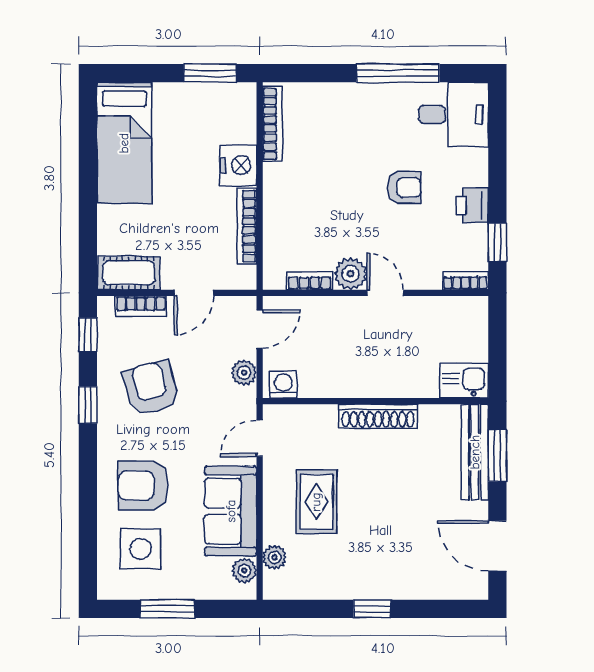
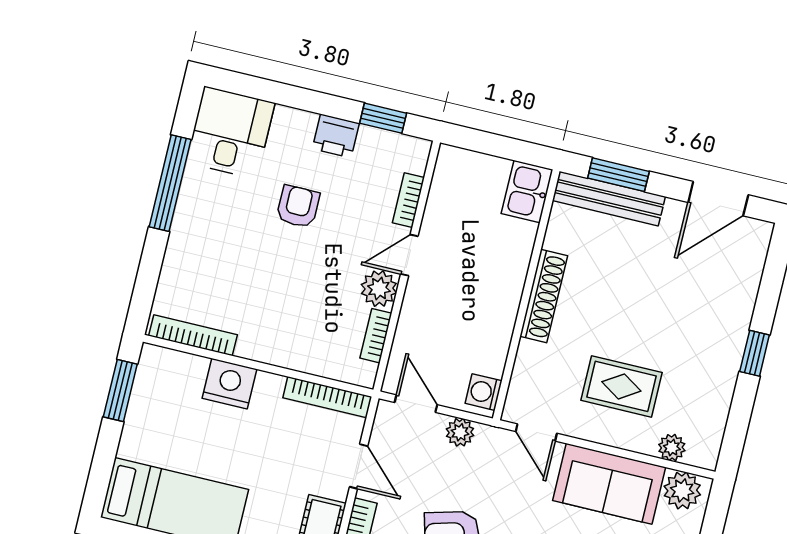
bookcase: (247, 226) -> (327, 397), moved
bookcase: (466, 281) -> (408, 200), moved
plant: (244, 571) -> (682, 490), width x1.38, depth x1.38

